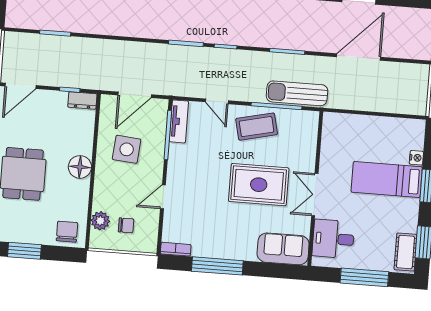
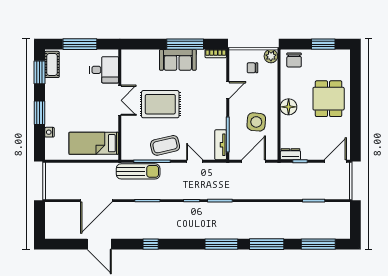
bed: (387, 180) -> (94, 143), moved, turned 180
plant: (100, 221) -> (271, 56), moved
sofa: (283, 249) -> (178, 60), moved

